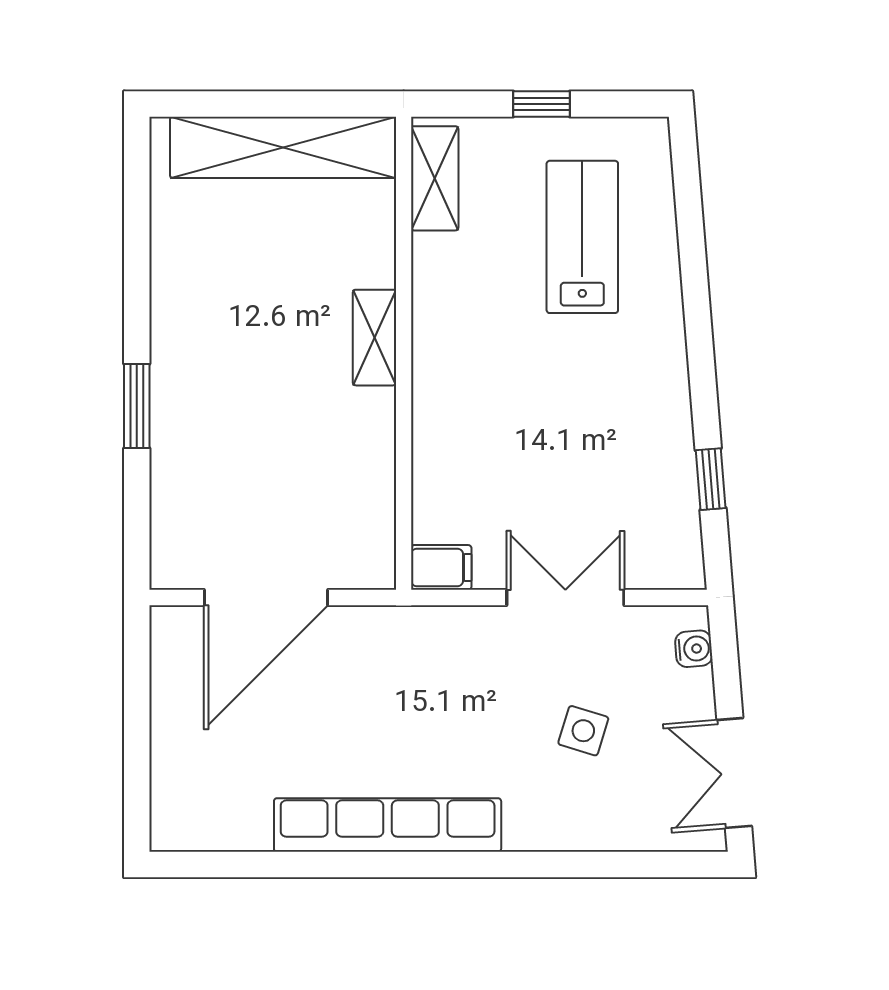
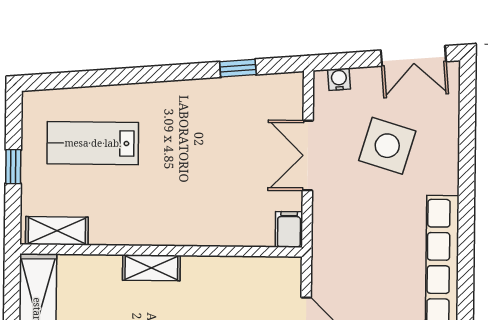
side table: (583, 731) -> (387, 146), width x1.87, depth x1.87

